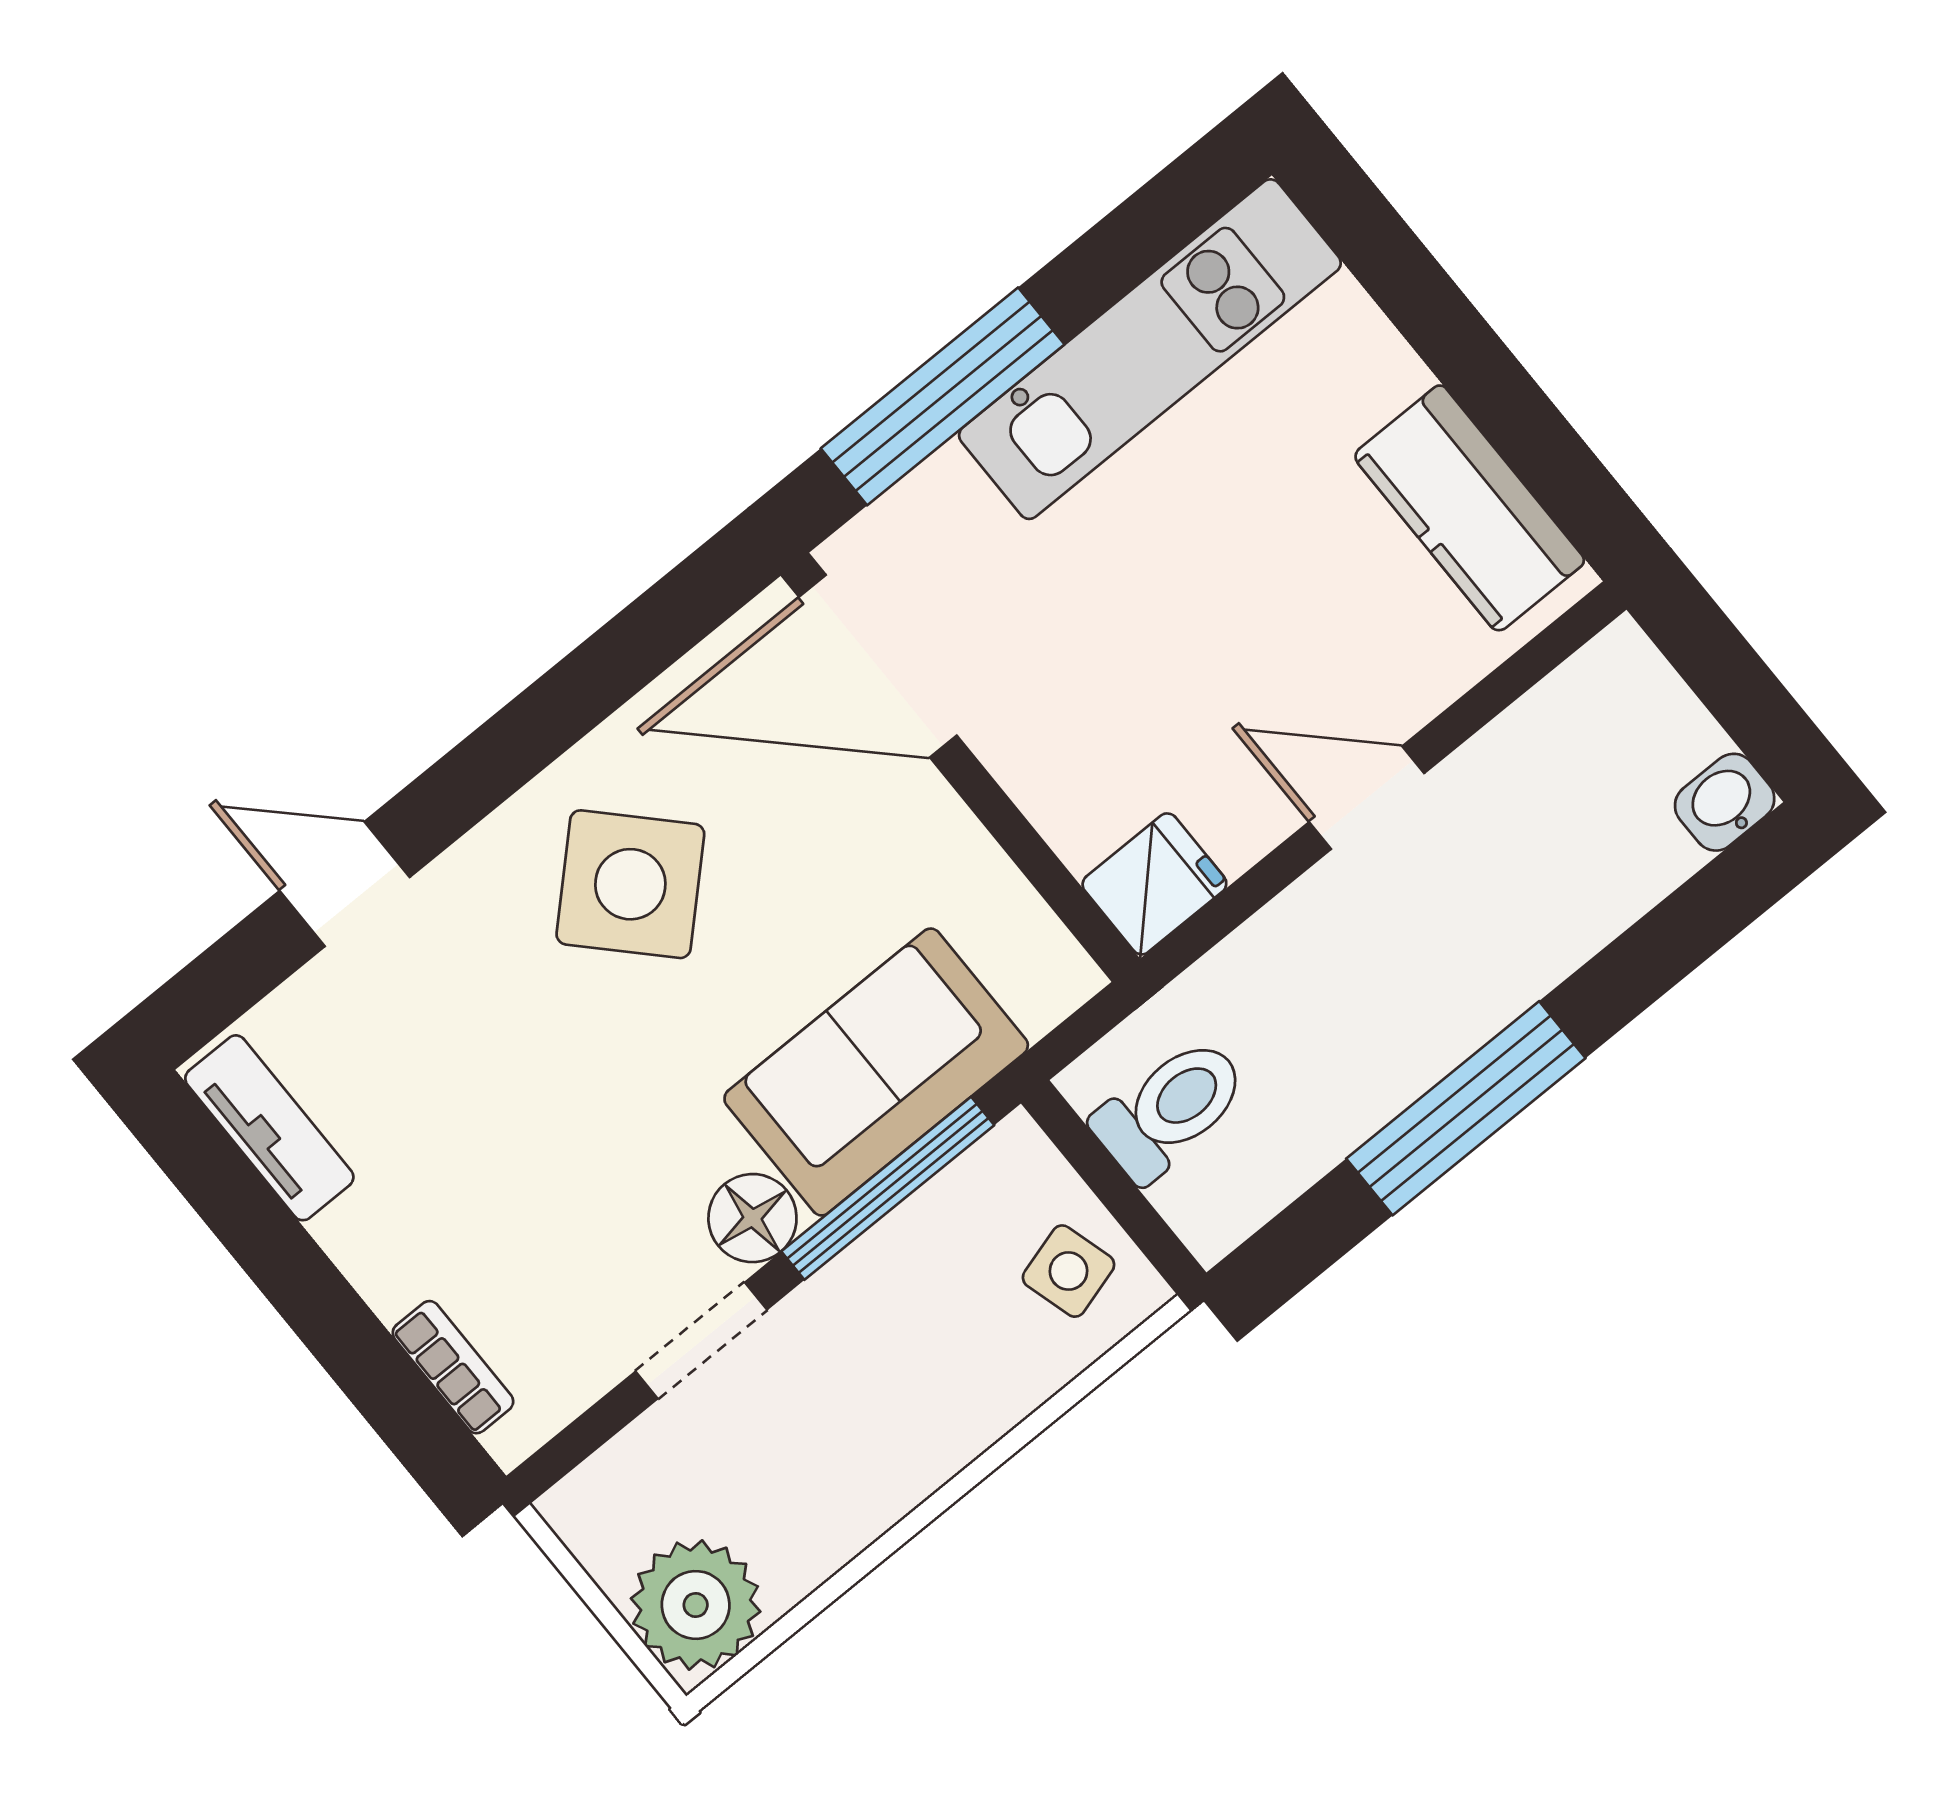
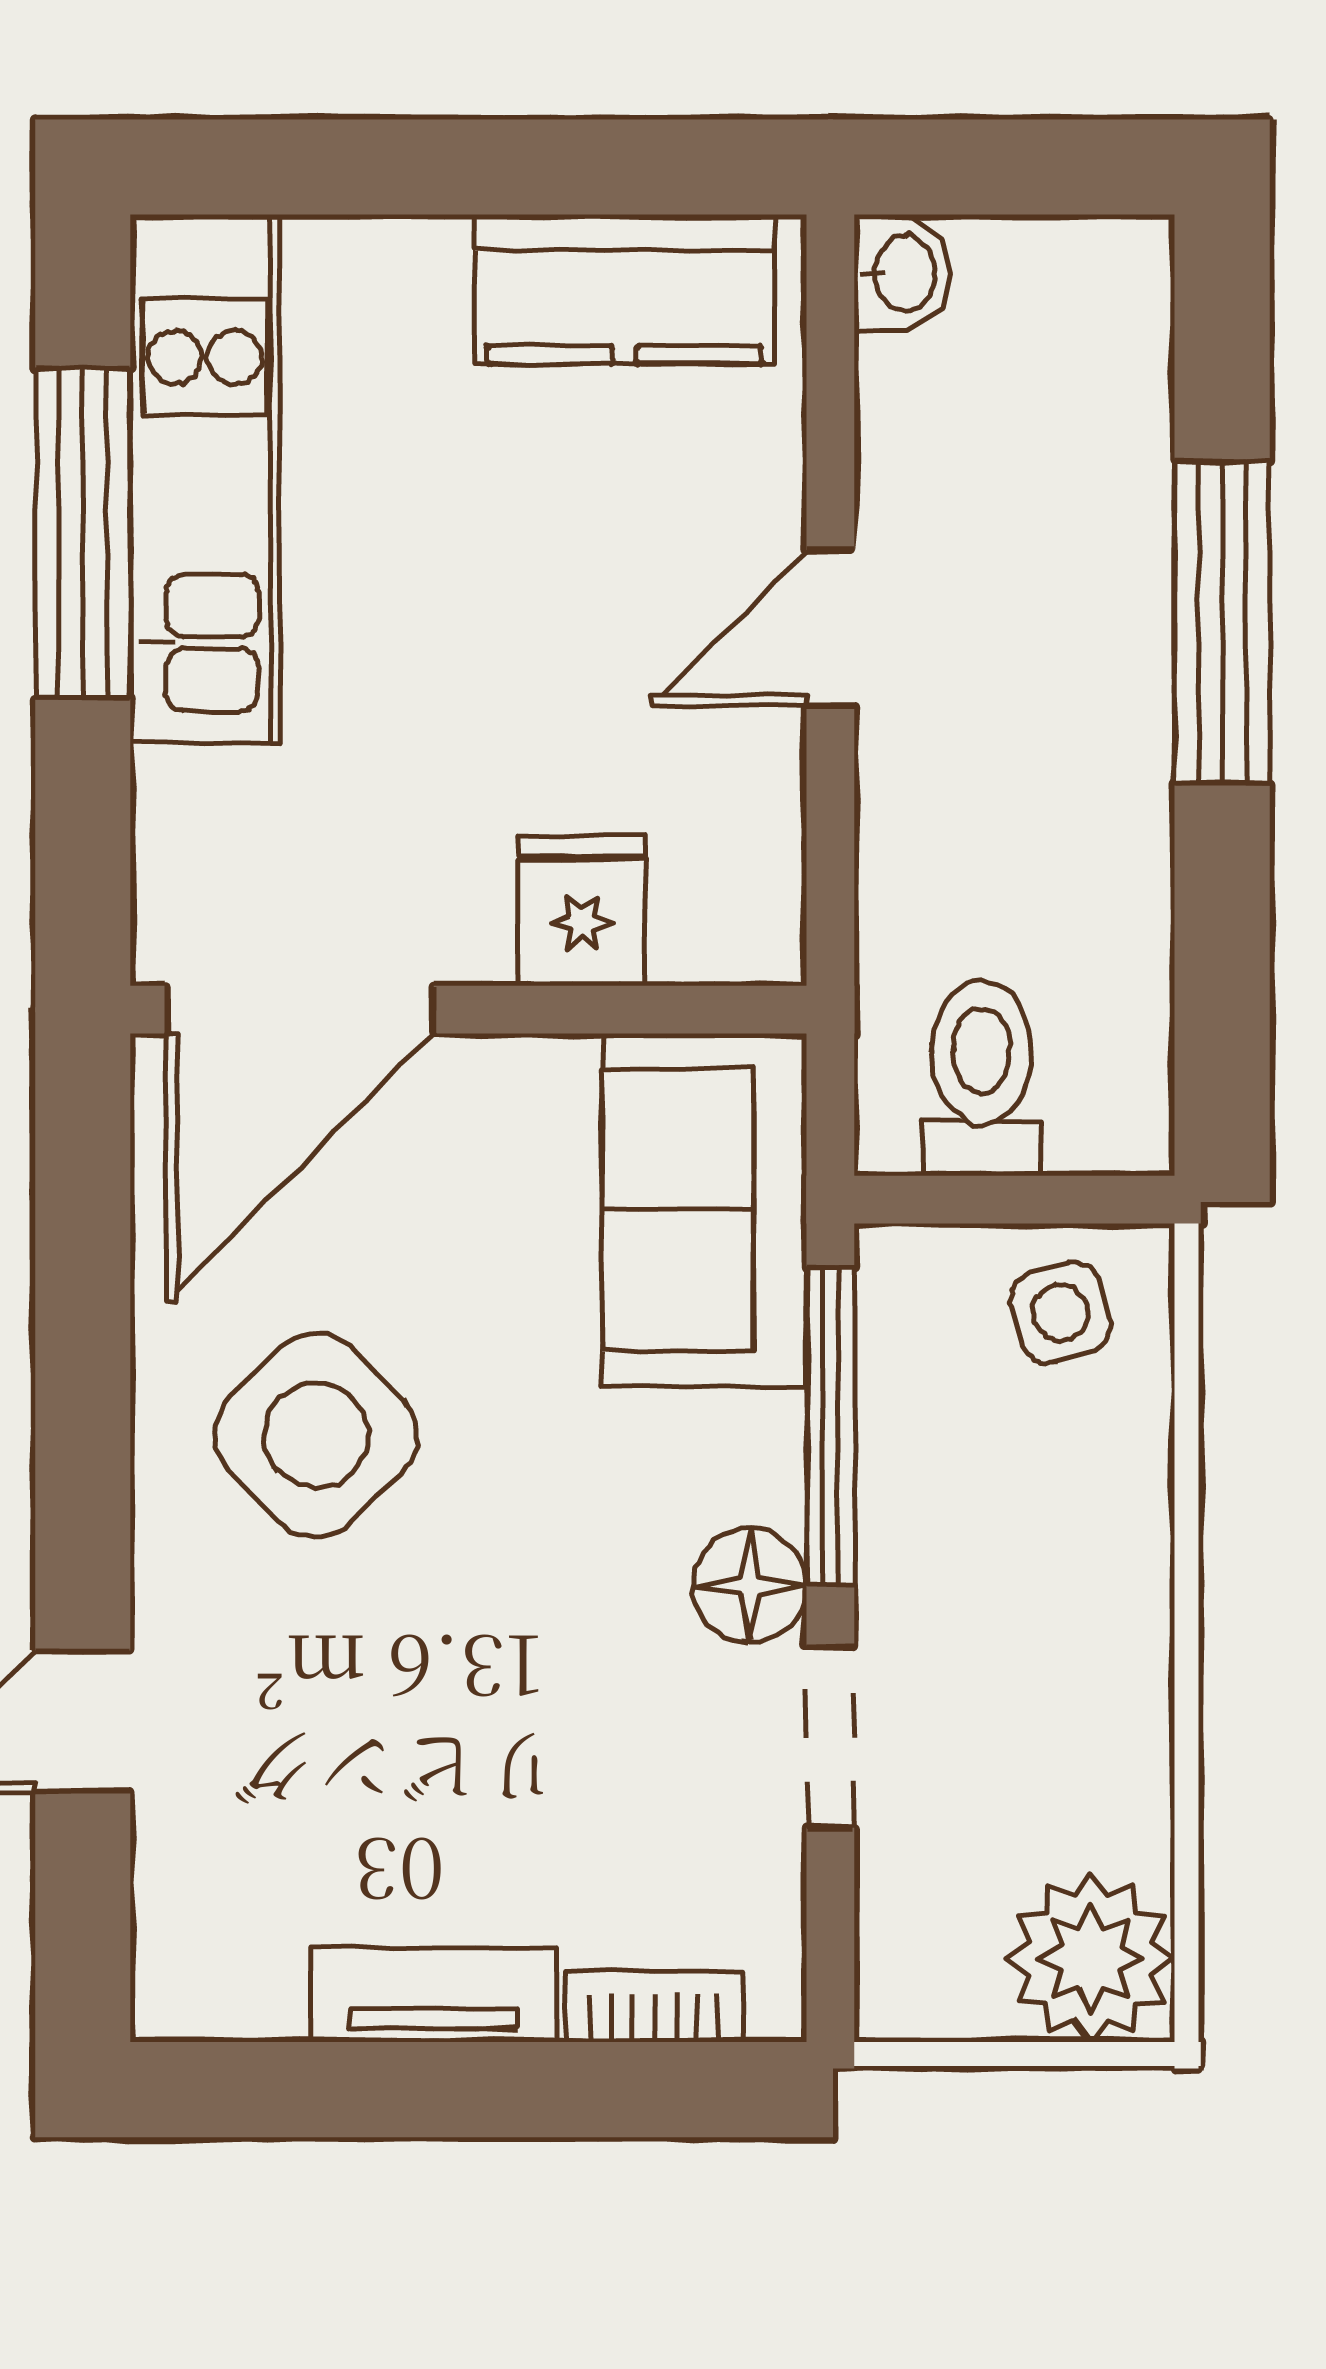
window: (943, 396) -> (83, 533), moved
washbasin: (1725, 802) -> (902, 273), moved, turned 180
fridge: (1154, 884) -> (582, 911), moved
sofa: (876, 1072) -> (705, 1210), moved
window: (1466, 1108) -> (1222, 622), moved
tv unit: (269, 1128) -> (434, 1995), moved

